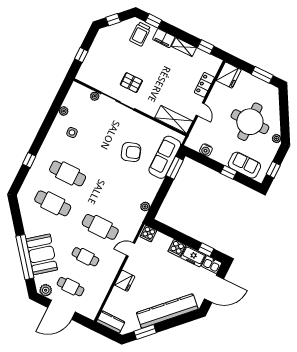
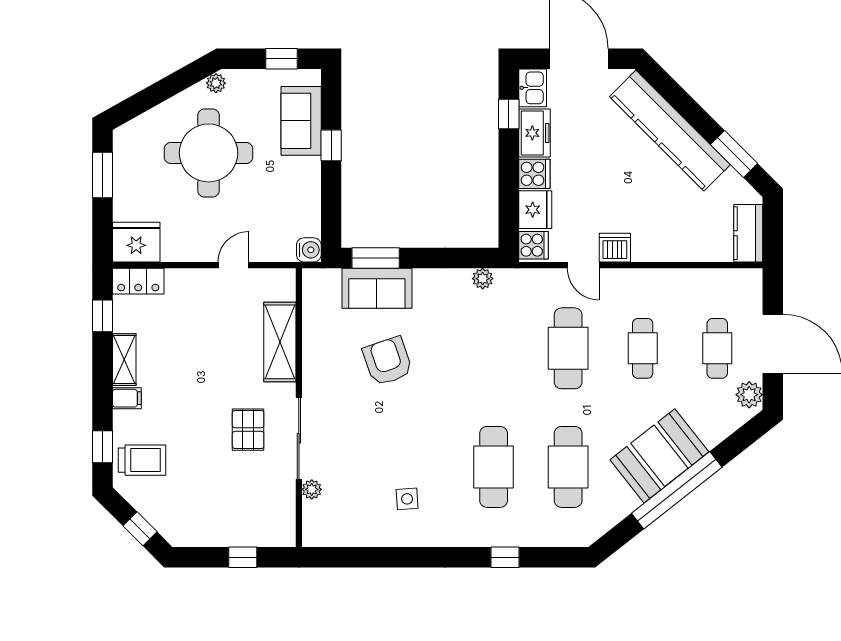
filing cabinet: (164, 38) -> (127, 398), width x0.50
locker: (204, 85) -> (138, 281), moved
plant: (64, 111) -> (372, 537), removed
shelving: (174, 119) -> (280, 342), moved
water cooler: (206, 150) -> (309, 250), moved
sofa: (165, 157) -> (377, 288), width x0.73
booth: (42, 254) -> (659, 456), moved
window: (25, 257) -> (677, 490), moved
dishwasher: (131, 266) -> (615, 248), added
fridge: (125, 281) -> (535, 210), moved, turned 90

